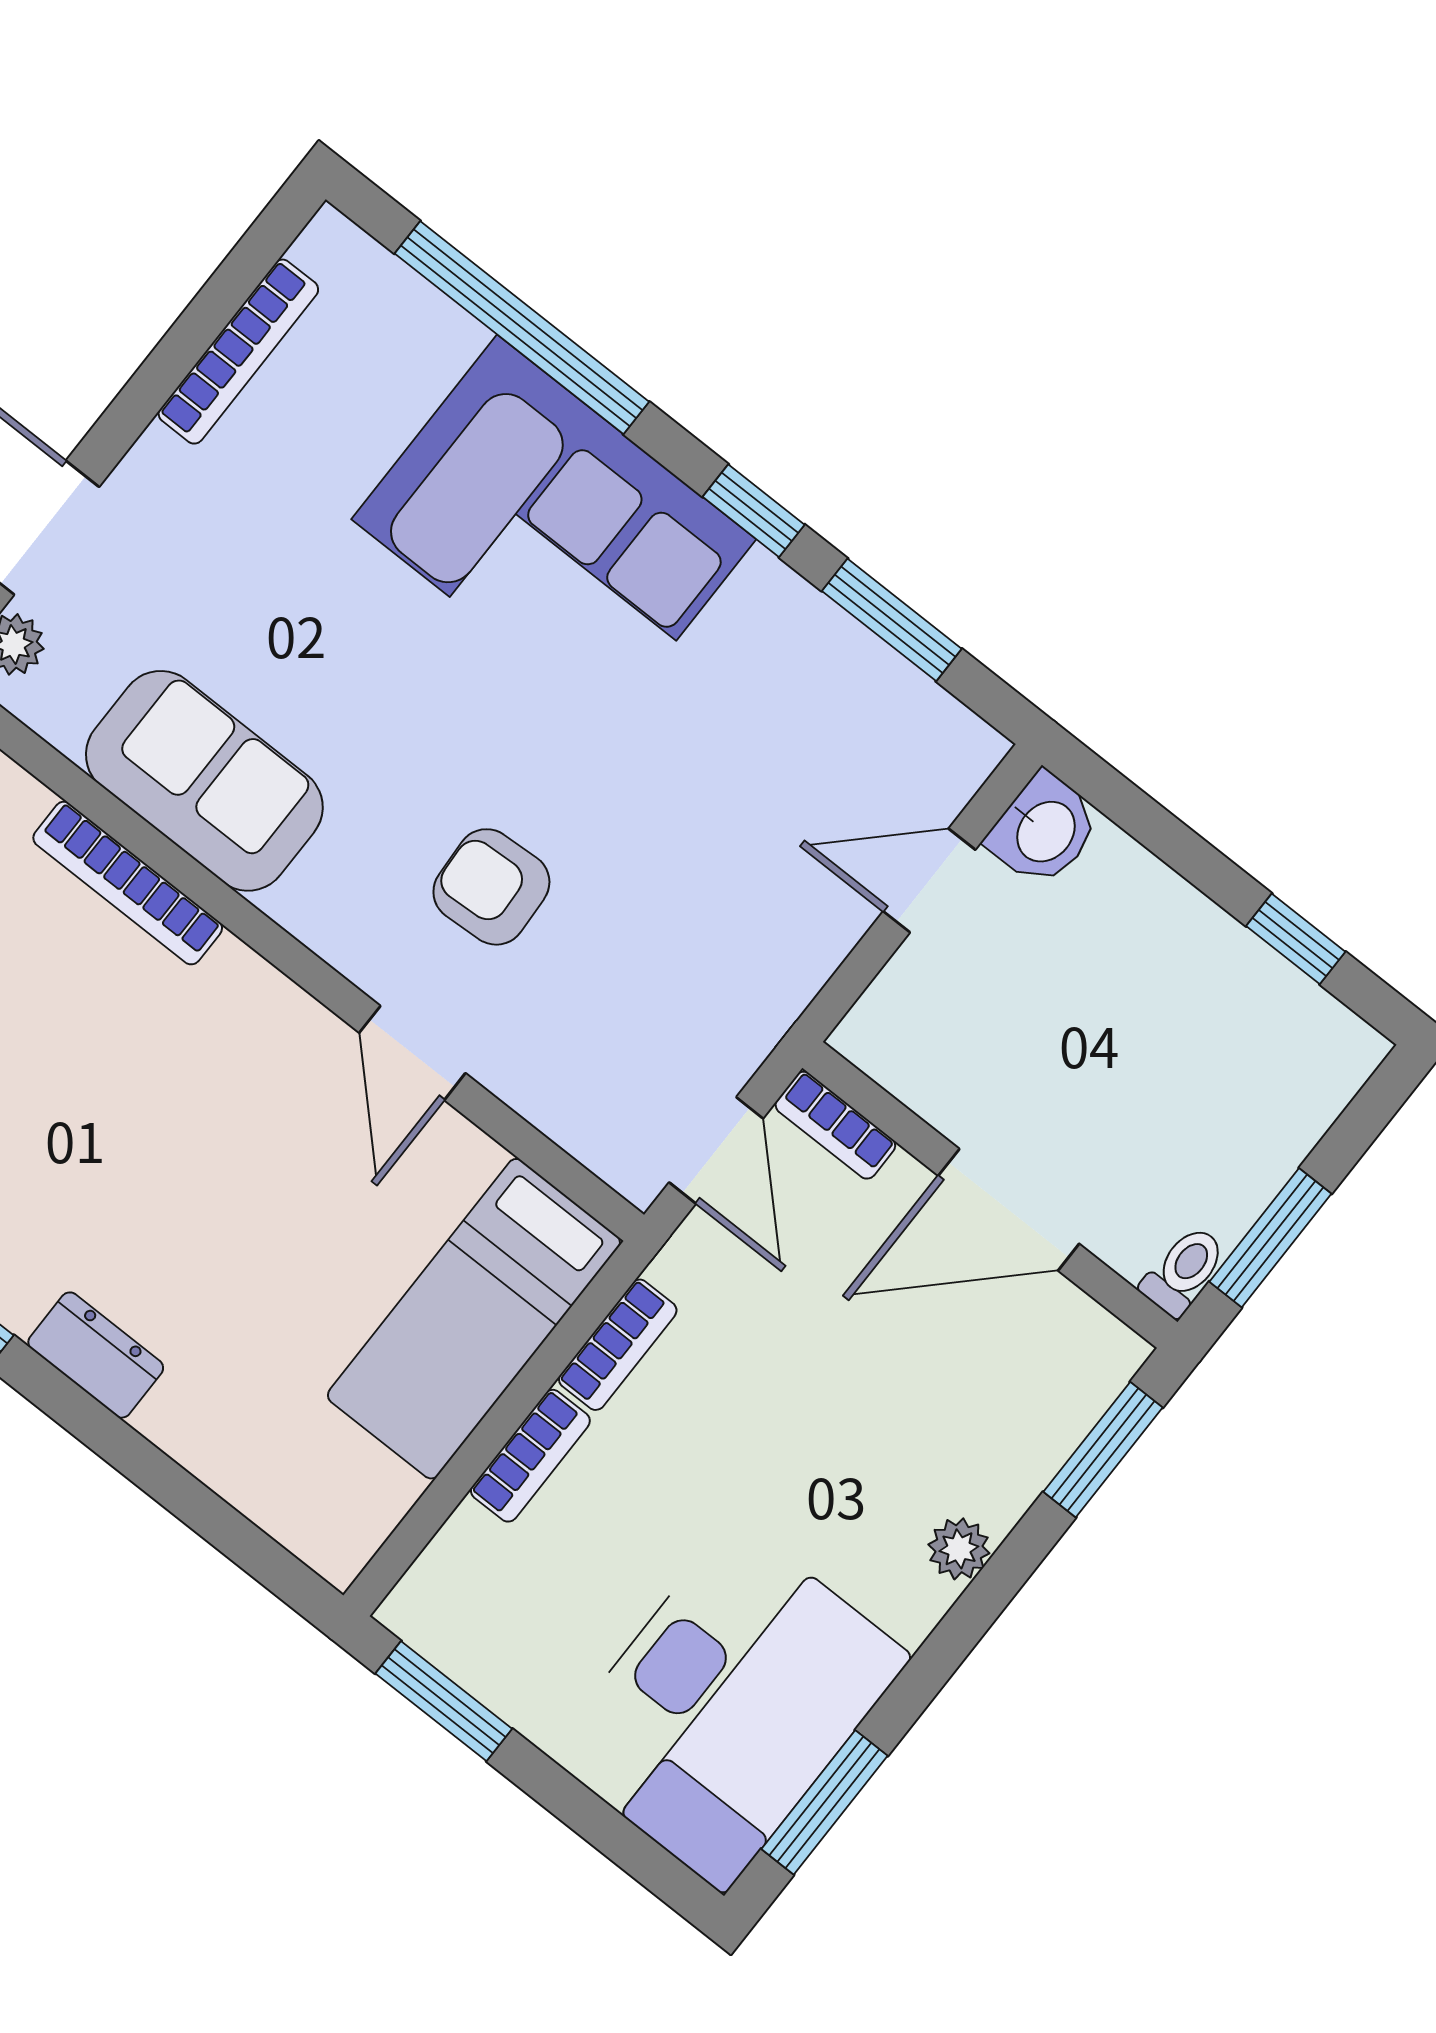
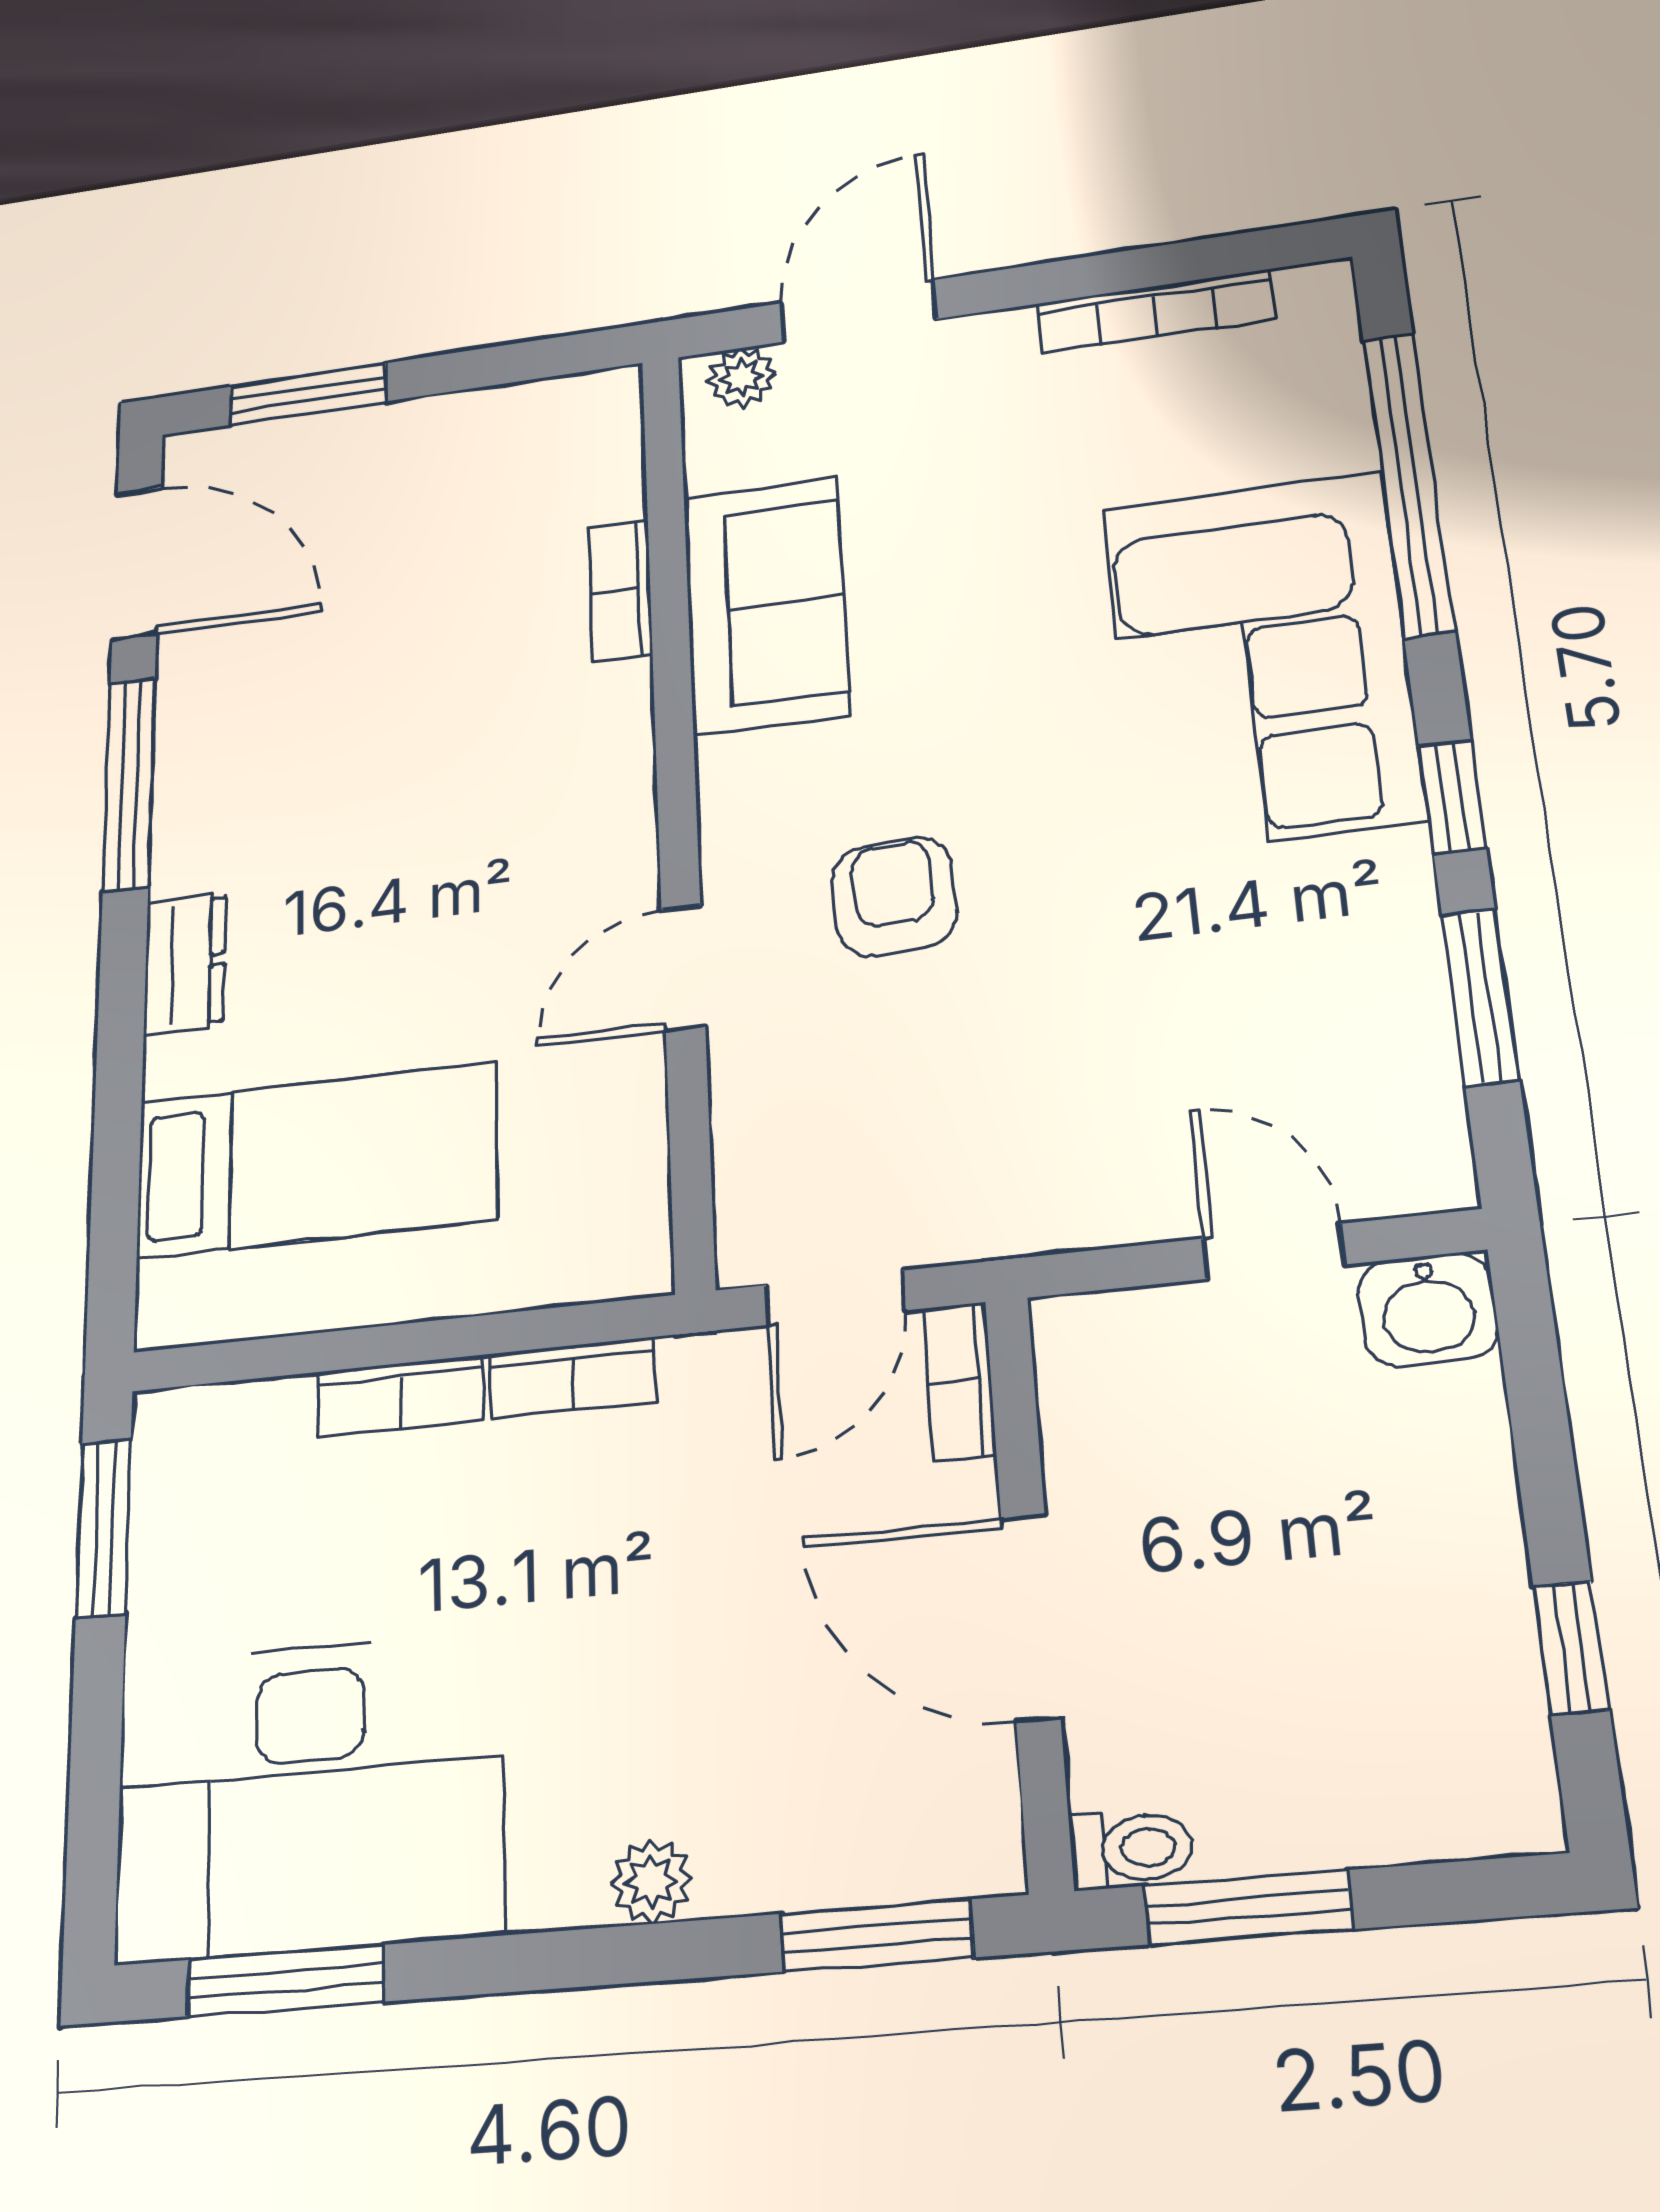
bookcase: (128, 883) -> (620, 590), width x0.64
bed: (474, 1319) -> (316, 1160), moved, turned 180

